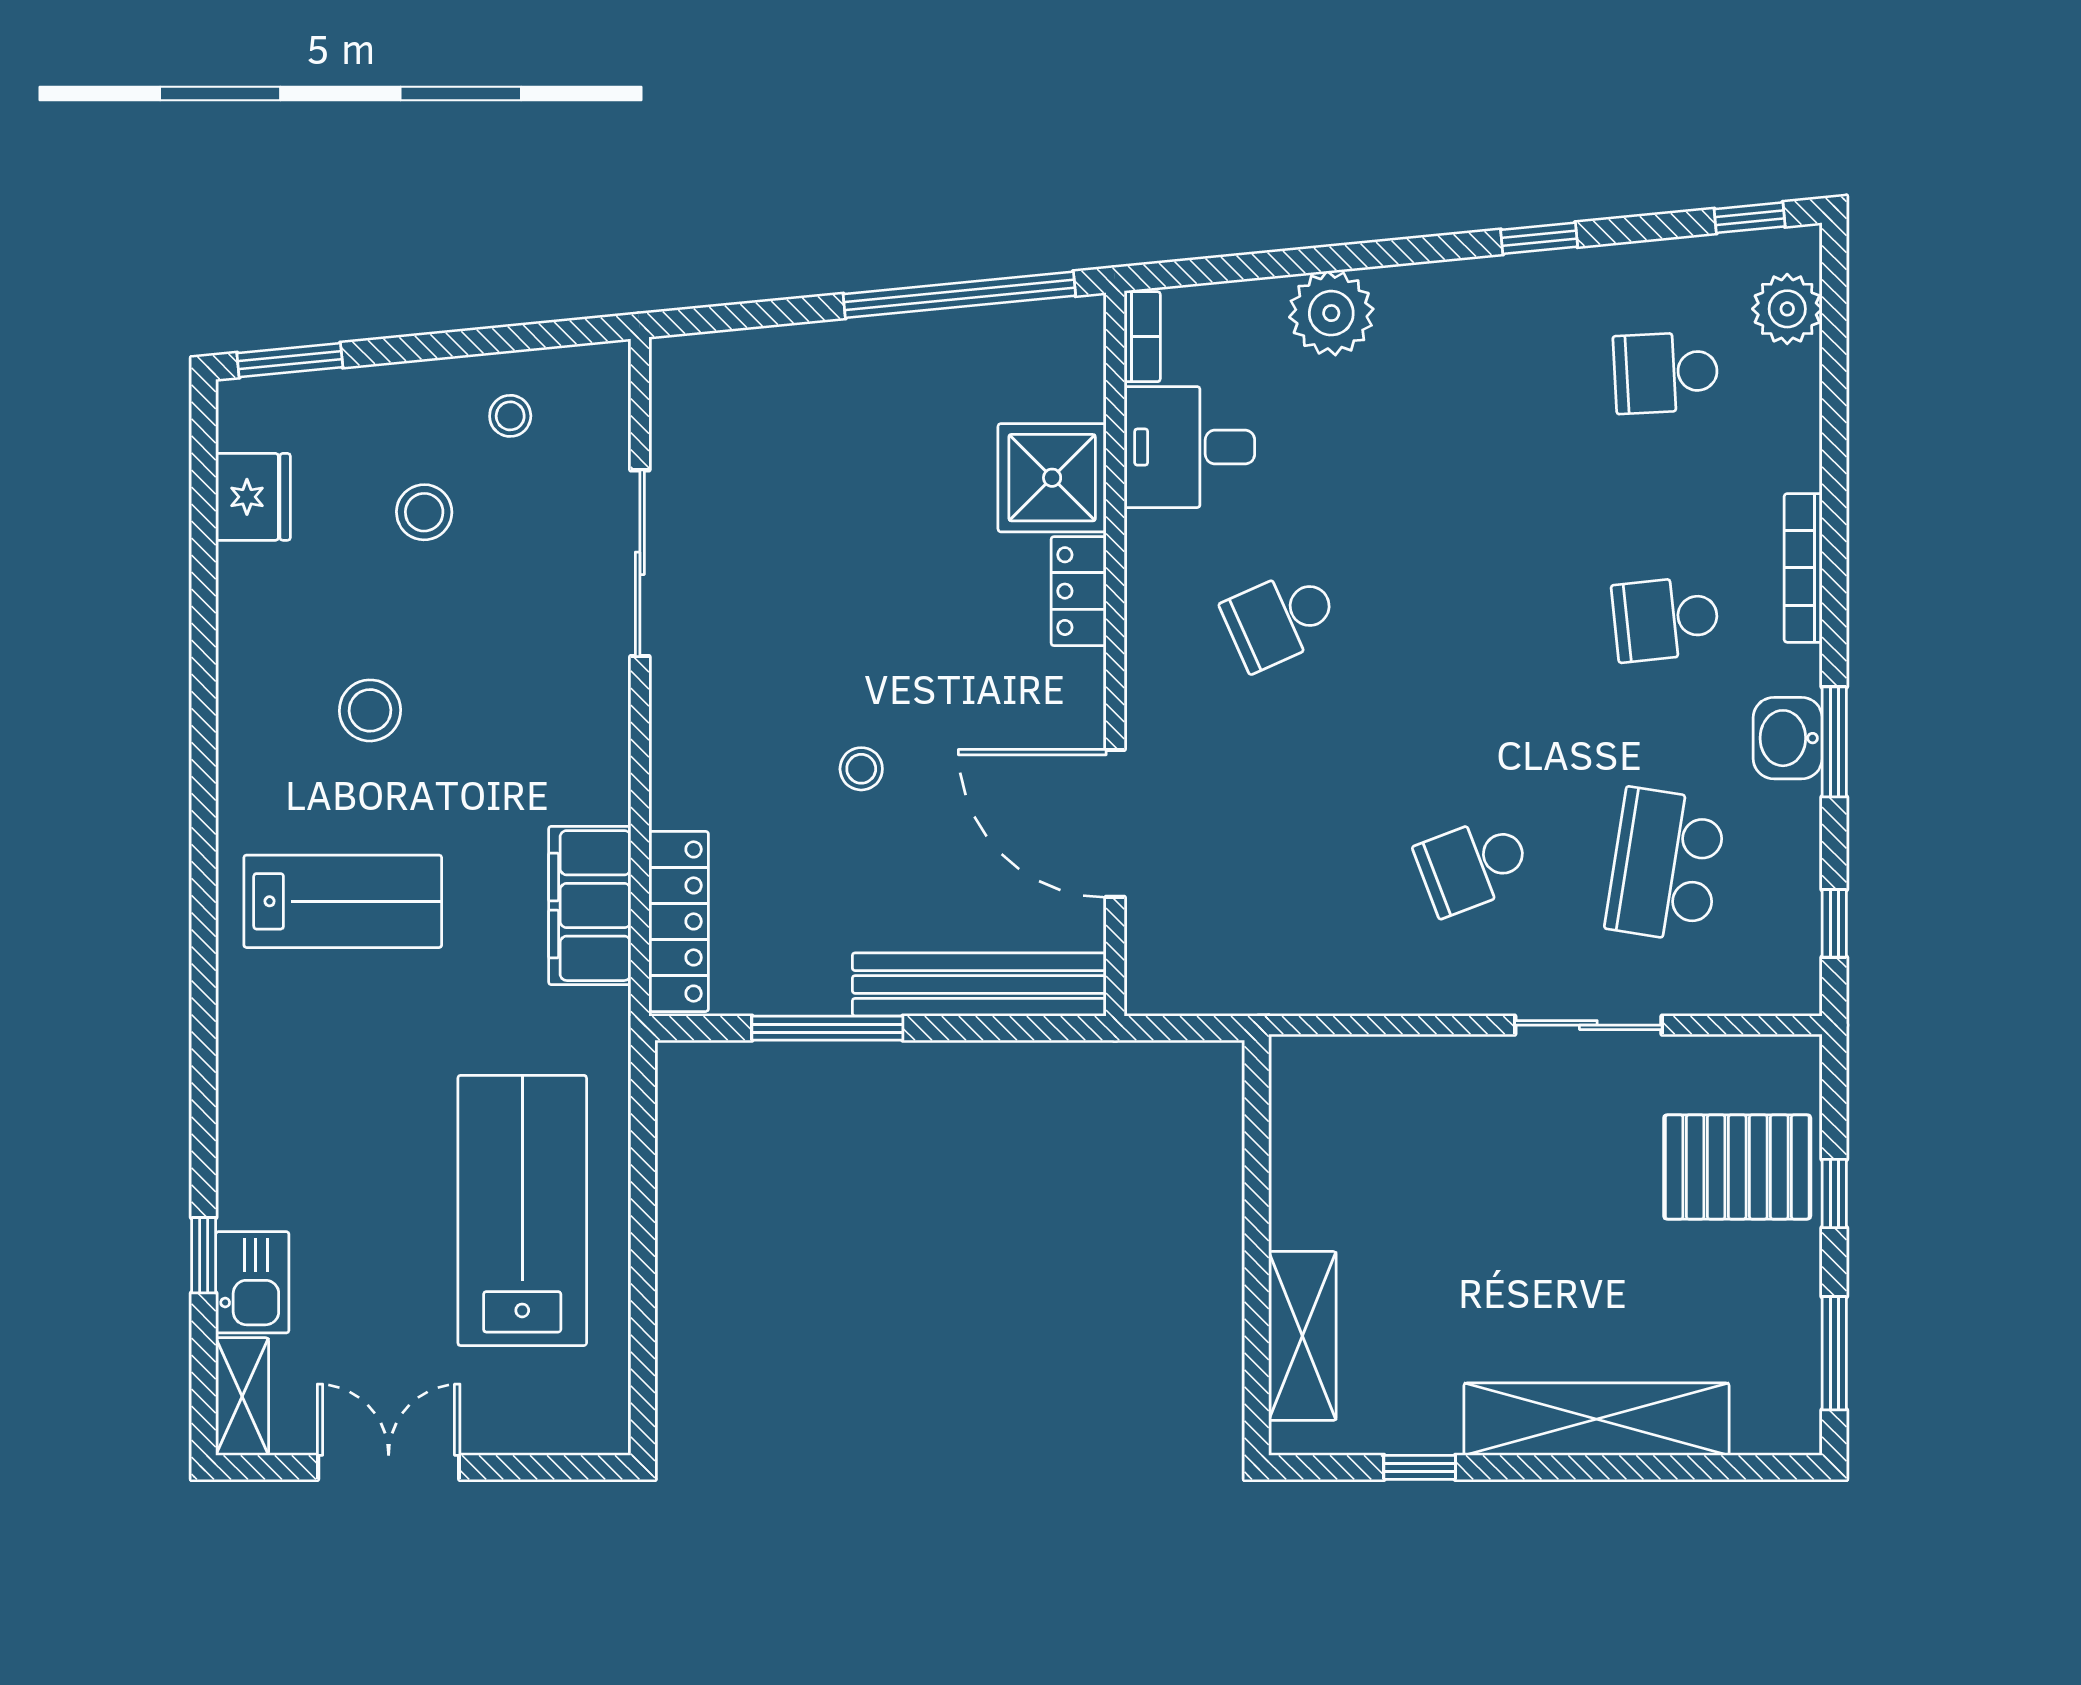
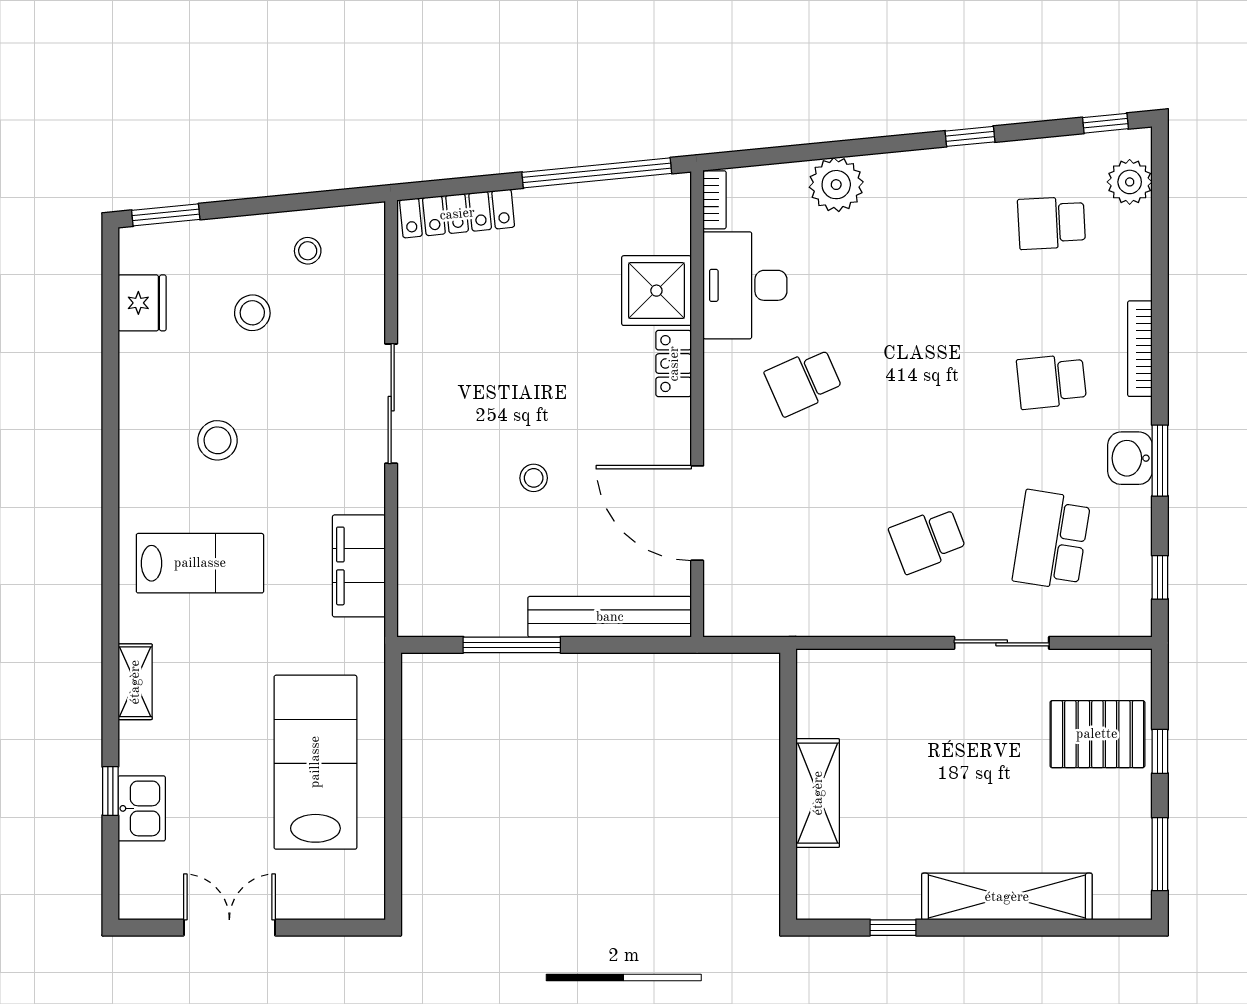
desk: (1189, 447) -> (745, 285), width x1.37
sliding door: (640, 563) -> (391, 404), moved
locker: (679, 921) -> (457, 214), moved, turned 84
shelving: (1302, 1336) -> (818, 793), moved
shelving: (242, 1397) -> (135, 682), moved

